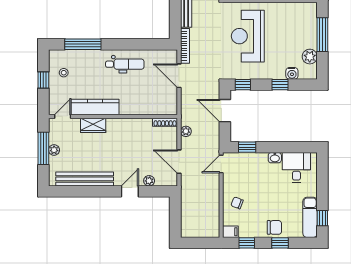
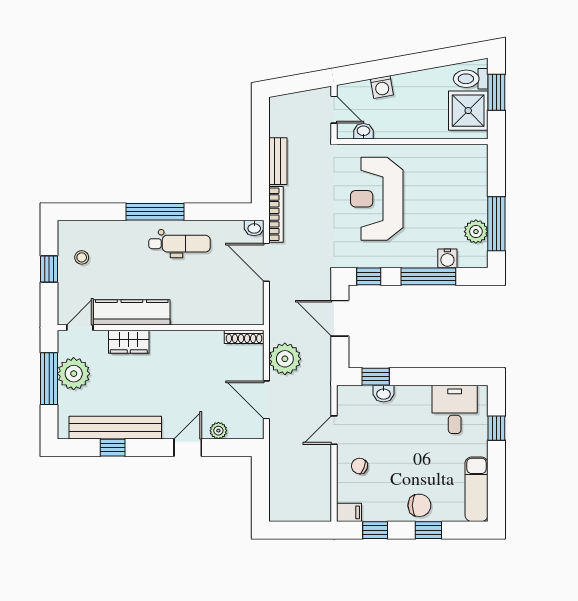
window: (322, 35) -> (496, 224), moved
window: (83, 44) -> (155, 212), moved
washbasin: (171, 54) -> (254, 228), added
window: (280, 85) -> (428, 276), width x2.17
plant: (186, 131) -> (285, 359), width x1.88, depth x1.88
plant: (54, 150) -> (74, 374), width x1.88, depth x1.88
washbasin: (275, 158) -> (384, 394), moved
door: (221, 164) -> (334, 430), moved
window: (83, 191) -> (113, 448), added
window: (322, 218) -> (496, 428), moved

